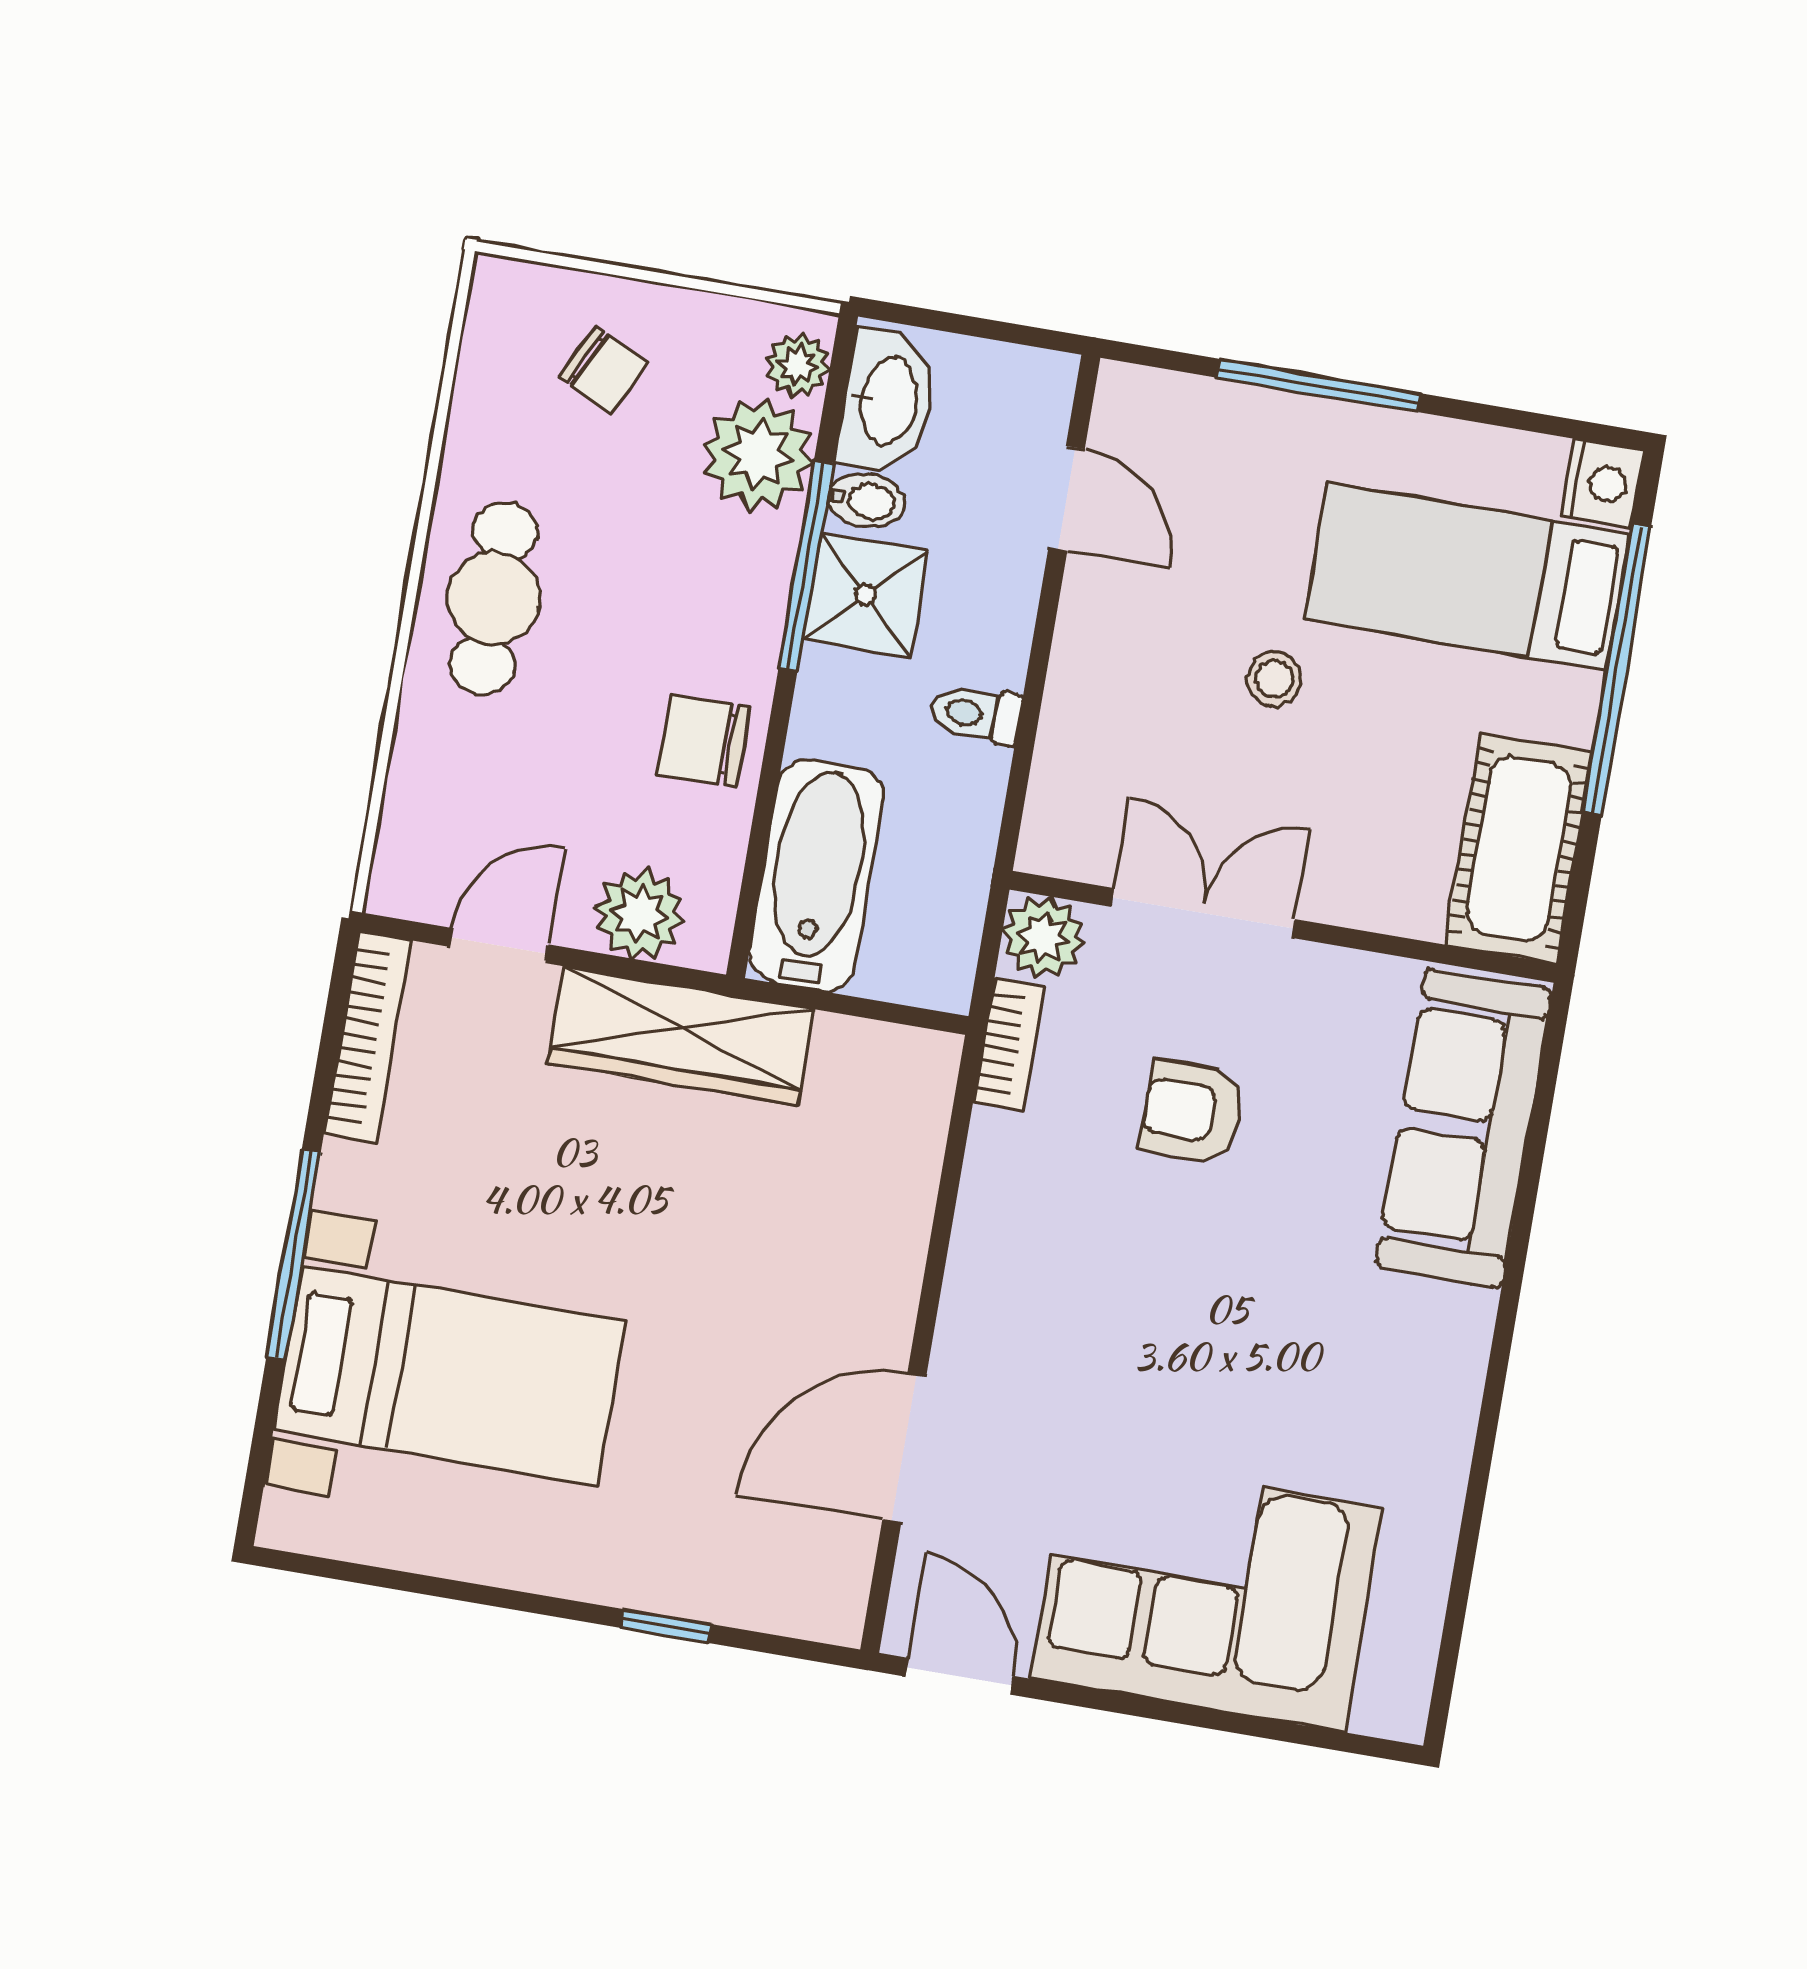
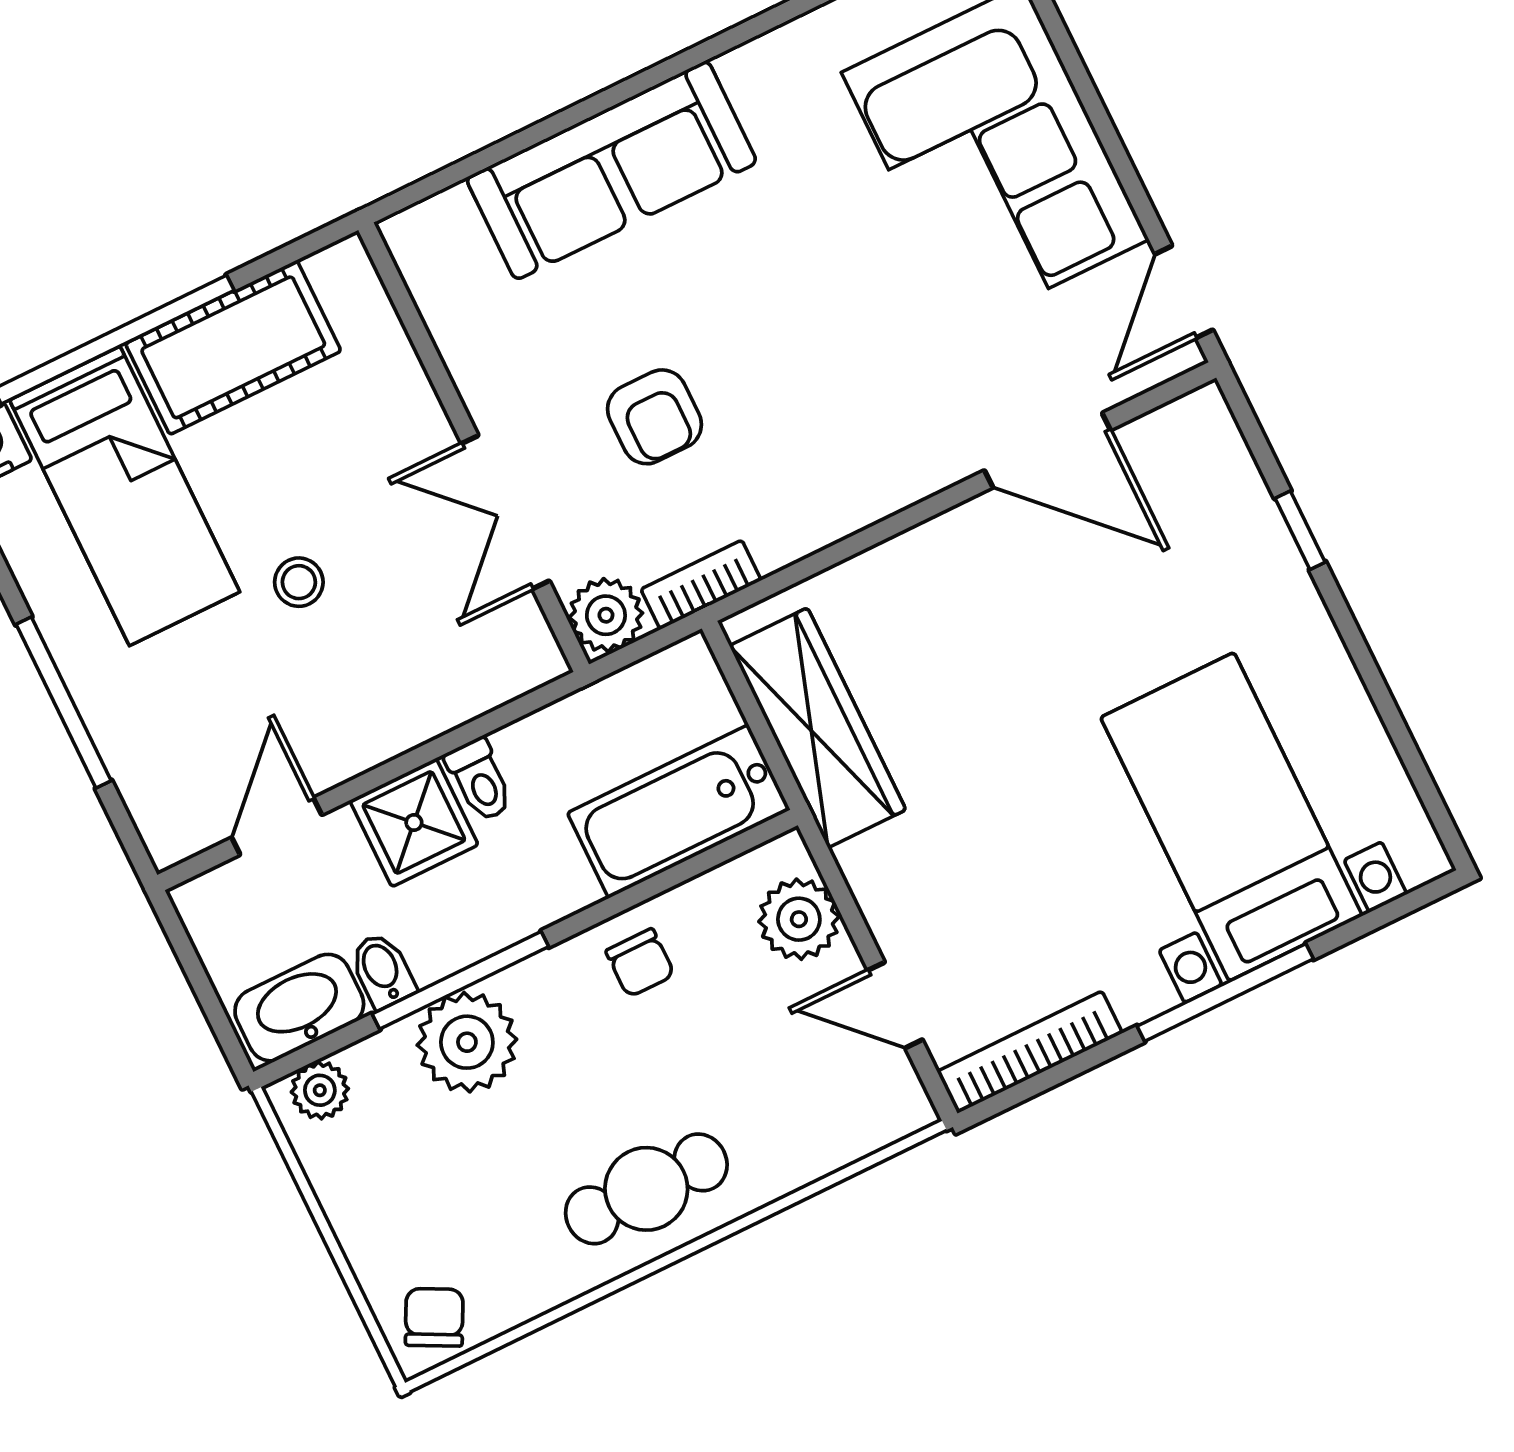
chair: (603, 370) -> (434, 1317), moved
plant: (758, 455) -> (467, 1042), moved
shower: (865, 595) -> (414, 822), moved
chair: (704, 741) -> (640, 963), width x0.73, depth x0.73
cot: (1519, 848) -> (233, 347), moved
wardrobe: (681, 1036) -> (818, 728), moved
sofa: (1464, 1128) -> (611, 170), moved

